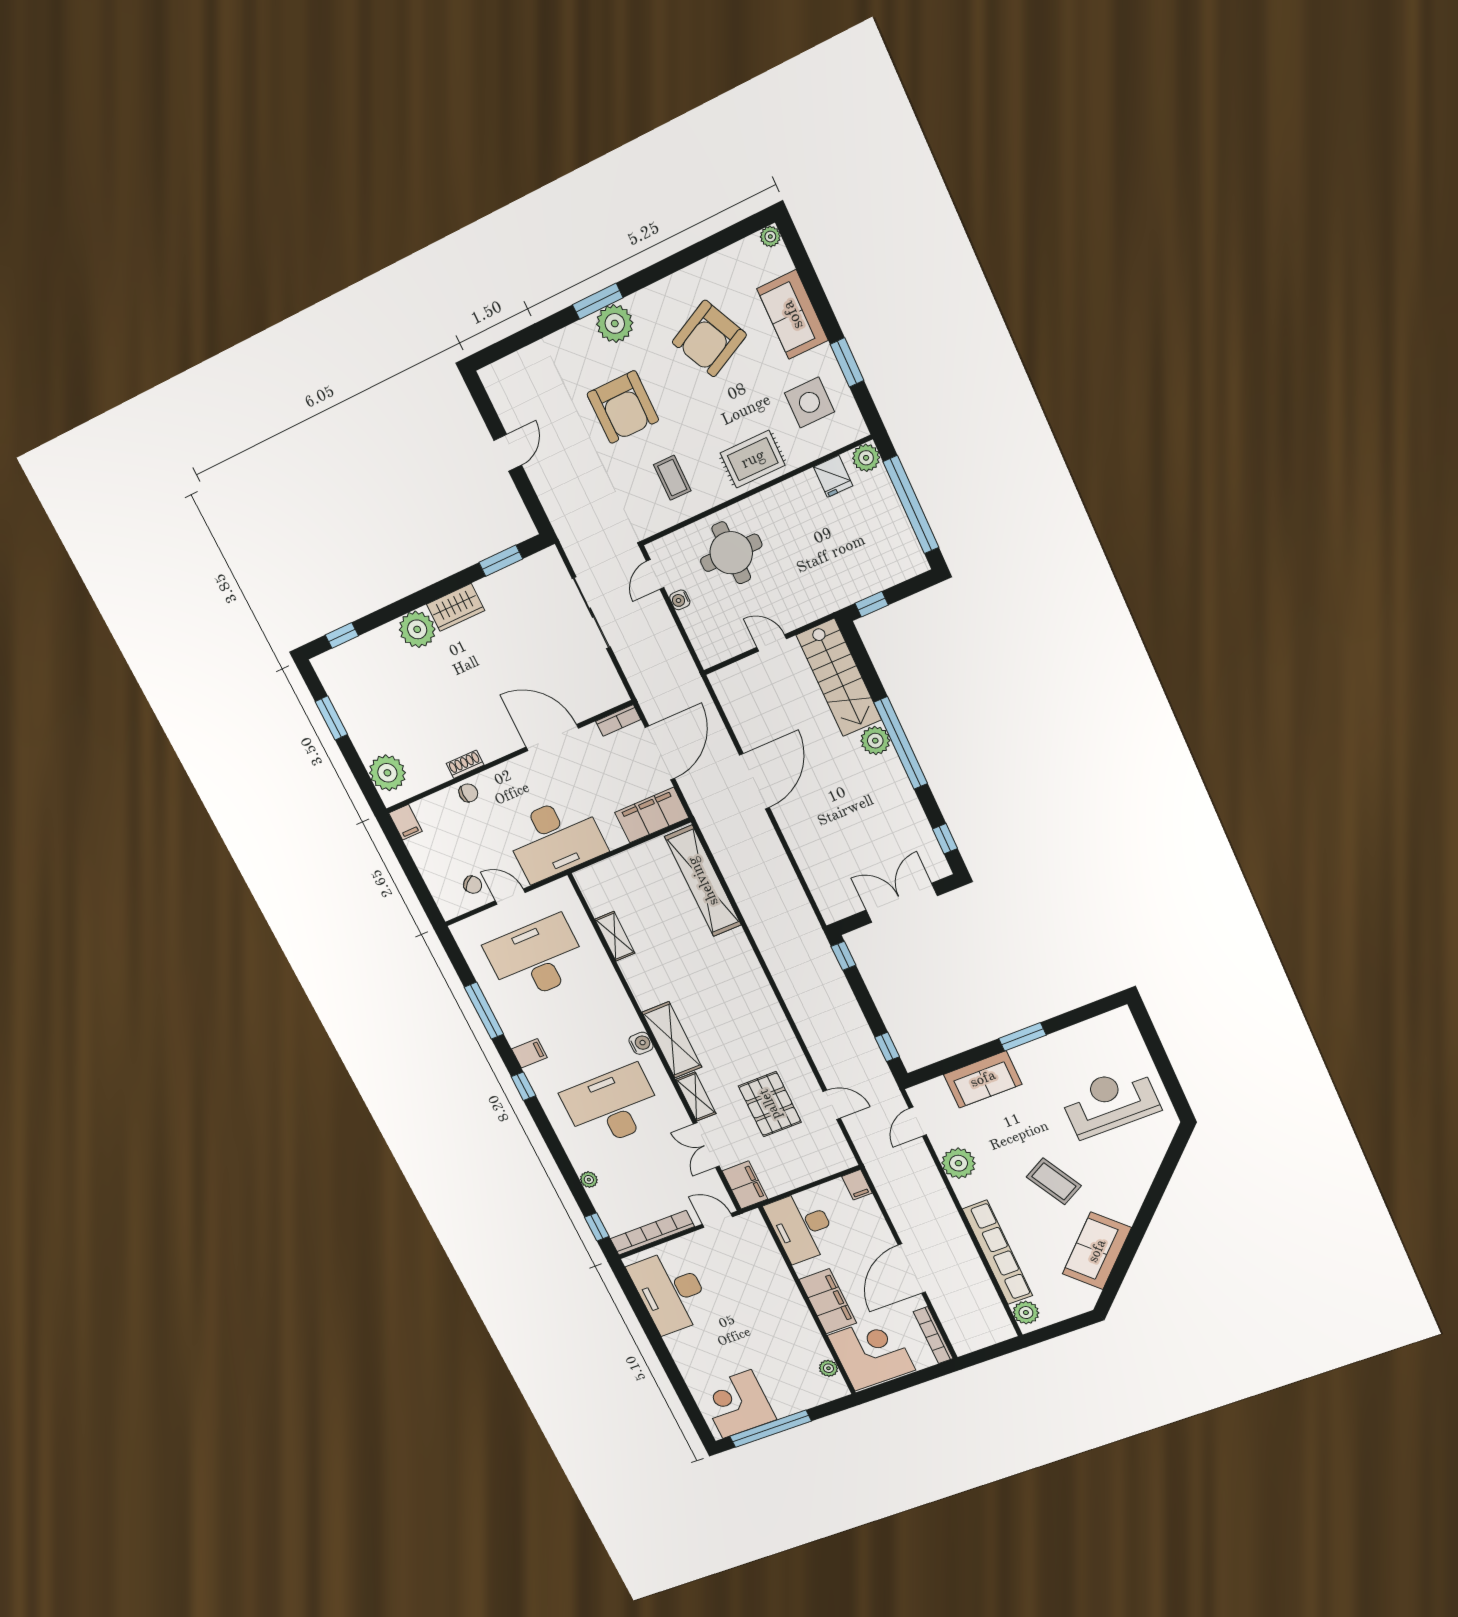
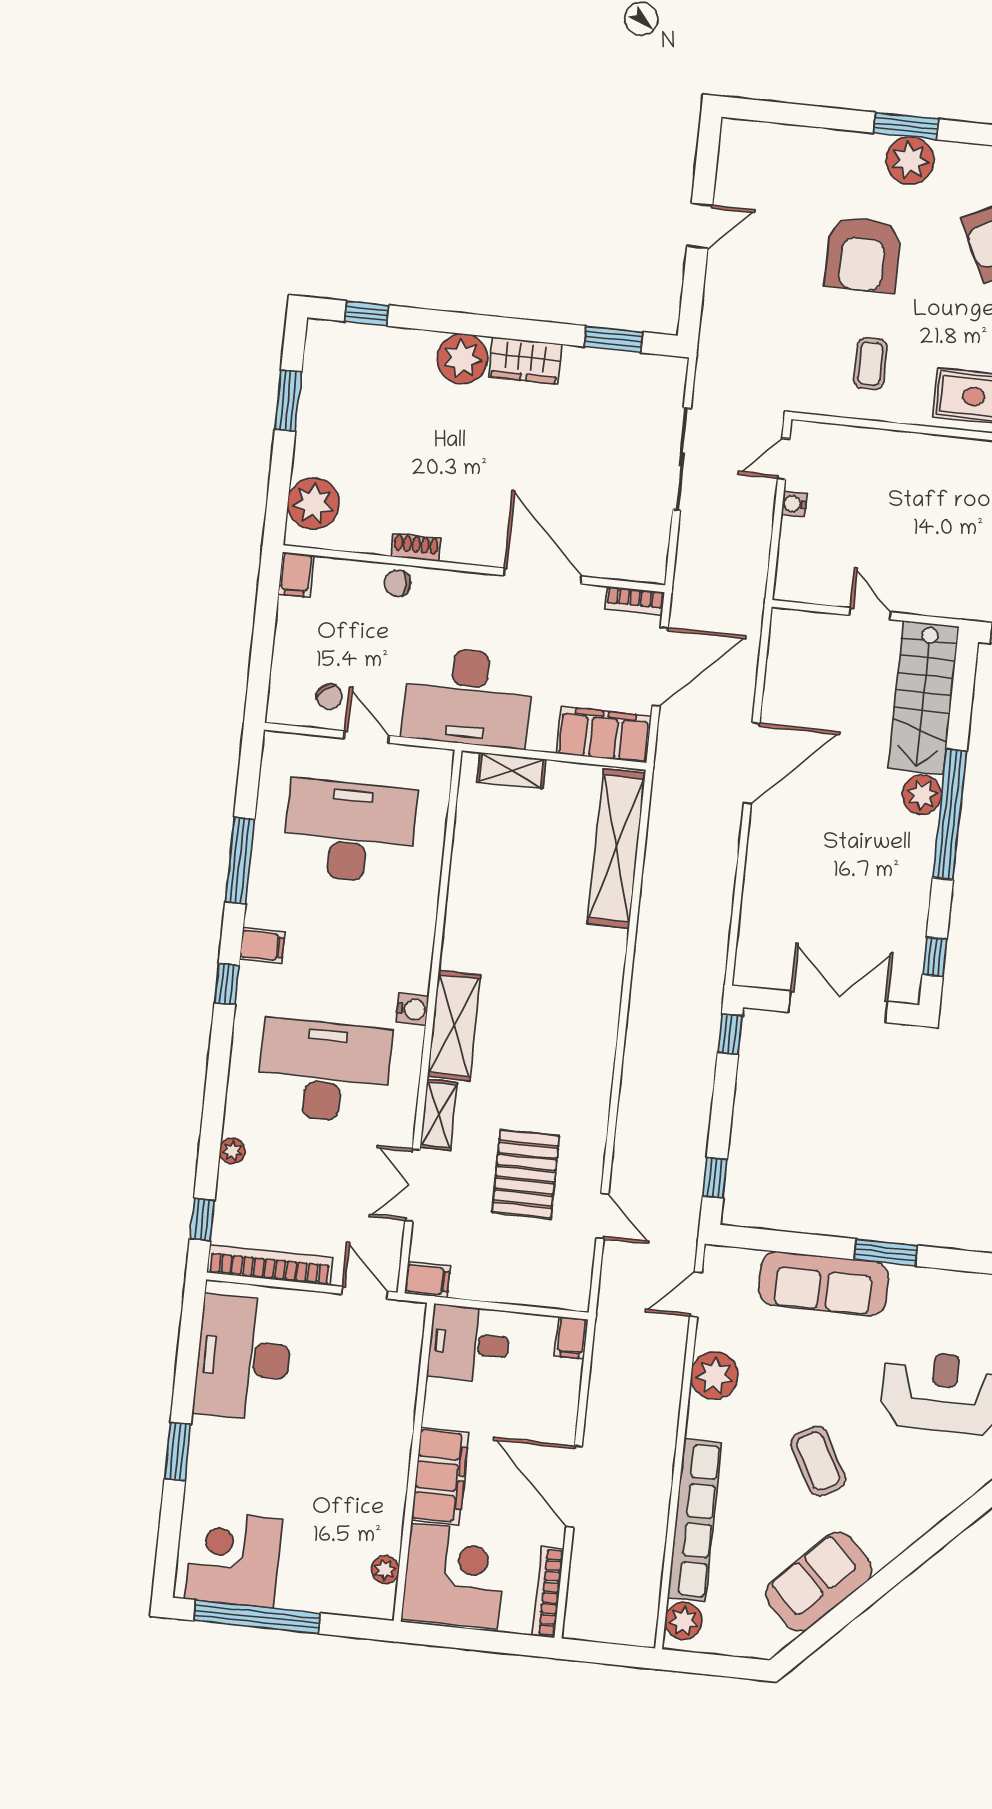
round table: (731, 553) -> (886, 485), removed
chair: (468, 793) -> (397, 583), turned 180
shelving: (615, 936) -> (511, 771), moved, turned 90
sofa: (983, 1079) -> (824, 1283), width x1.36
filing cabinet: (745, 1185) -> (427, 1280), width x0.50
desk: (802, 1227) -> (469, 1344), width x0.73
door: (912, 1269) -> (574, 1486), hinge flipped
window: (667, 1361) -> (178, 1451), added

